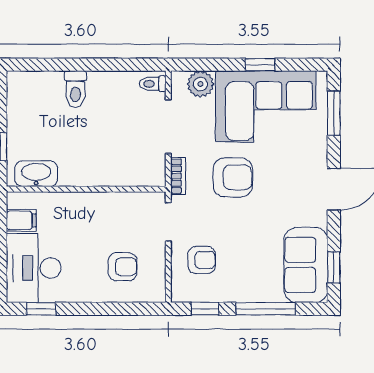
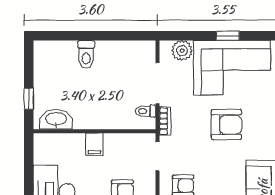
toilet: (153, 84) -> (145, 111), moved
armchair: (233, 177) -> (226, 125), moved
filing cabinet: (21, 220) -> (94, 144), moved, turned 90

